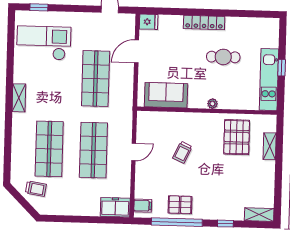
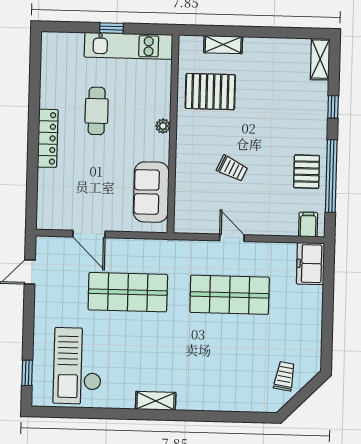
fridge: (149, 22) -> (47, 217), removed
shop shelf: (49, 149) -> (228, 358), removed

